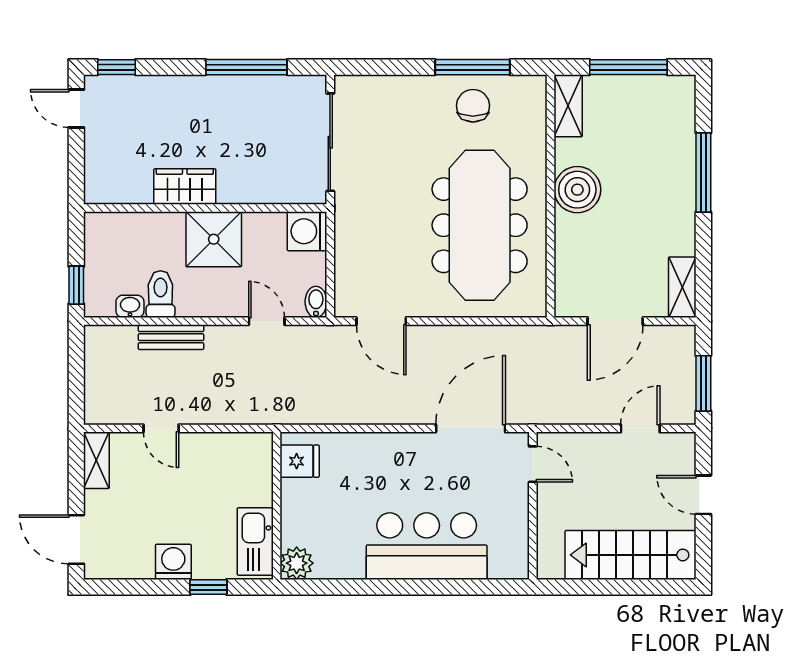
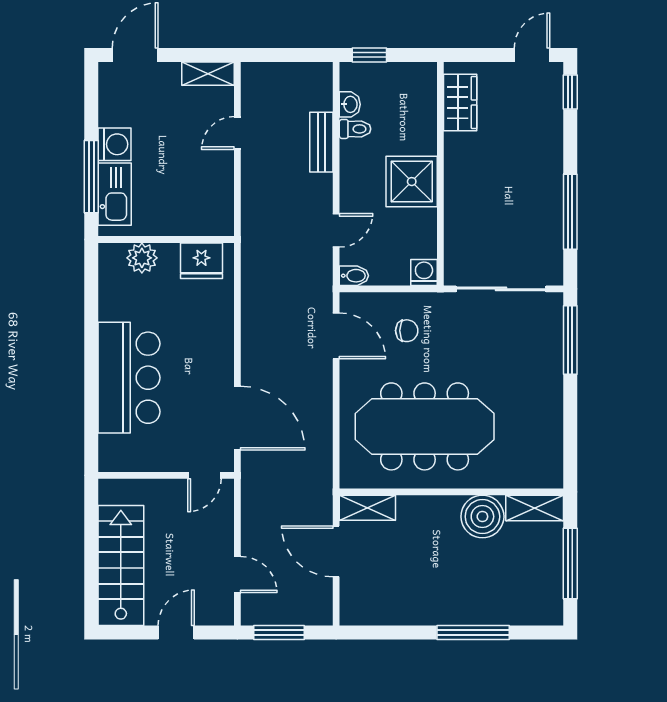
window: (472, 67) -> (570, 340), moved
chair: (473, 106) -> (407, 331), moved, width x0.73, depth x0.73
wardrobe: (185, 186) -> (460, 102), moved
boiler: (577, 190) -> (482, 517), moved
washing machine: (307, 231) -> (424, 272), width x0.73, depth x0.73
shelving: (682, 287) -> (367, 508), moved
toilet: (160, 294) -> (355, 129), width x0.73, depth x0.72
door: (381, 321) -> (336, 336), swing flipped
fridge: (300, 461) -> (201, 261), width x1.38
kitchen sink: (255, 541) -> (115, 194), moved, turned 90
plant: (297, 563) -> (142, 258), moved
window: (208, 587) -> (91, 177), width x2.17

